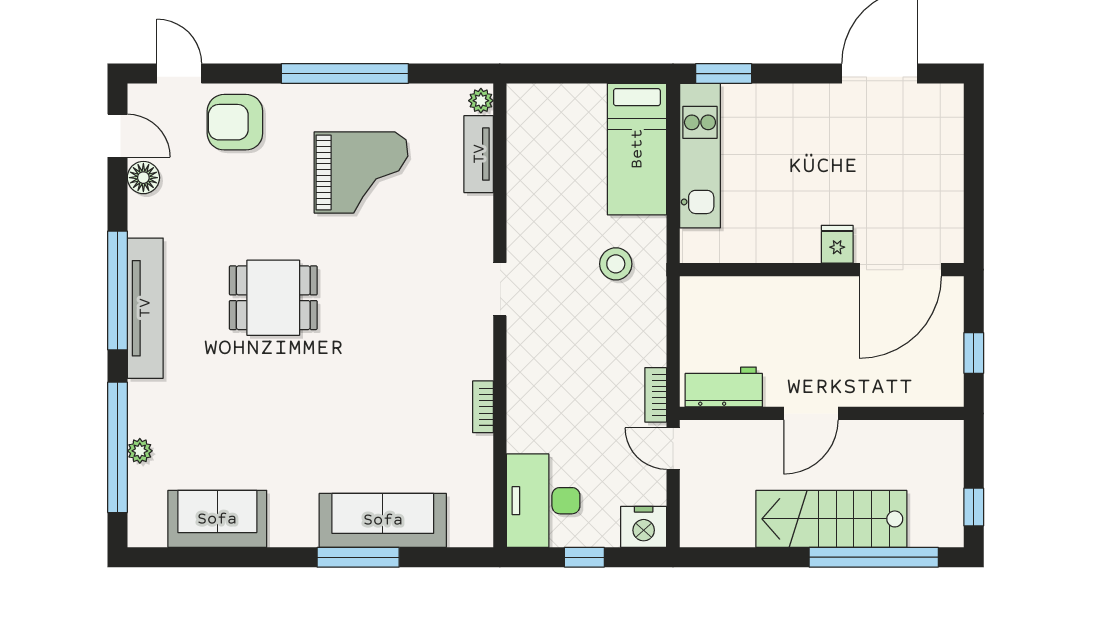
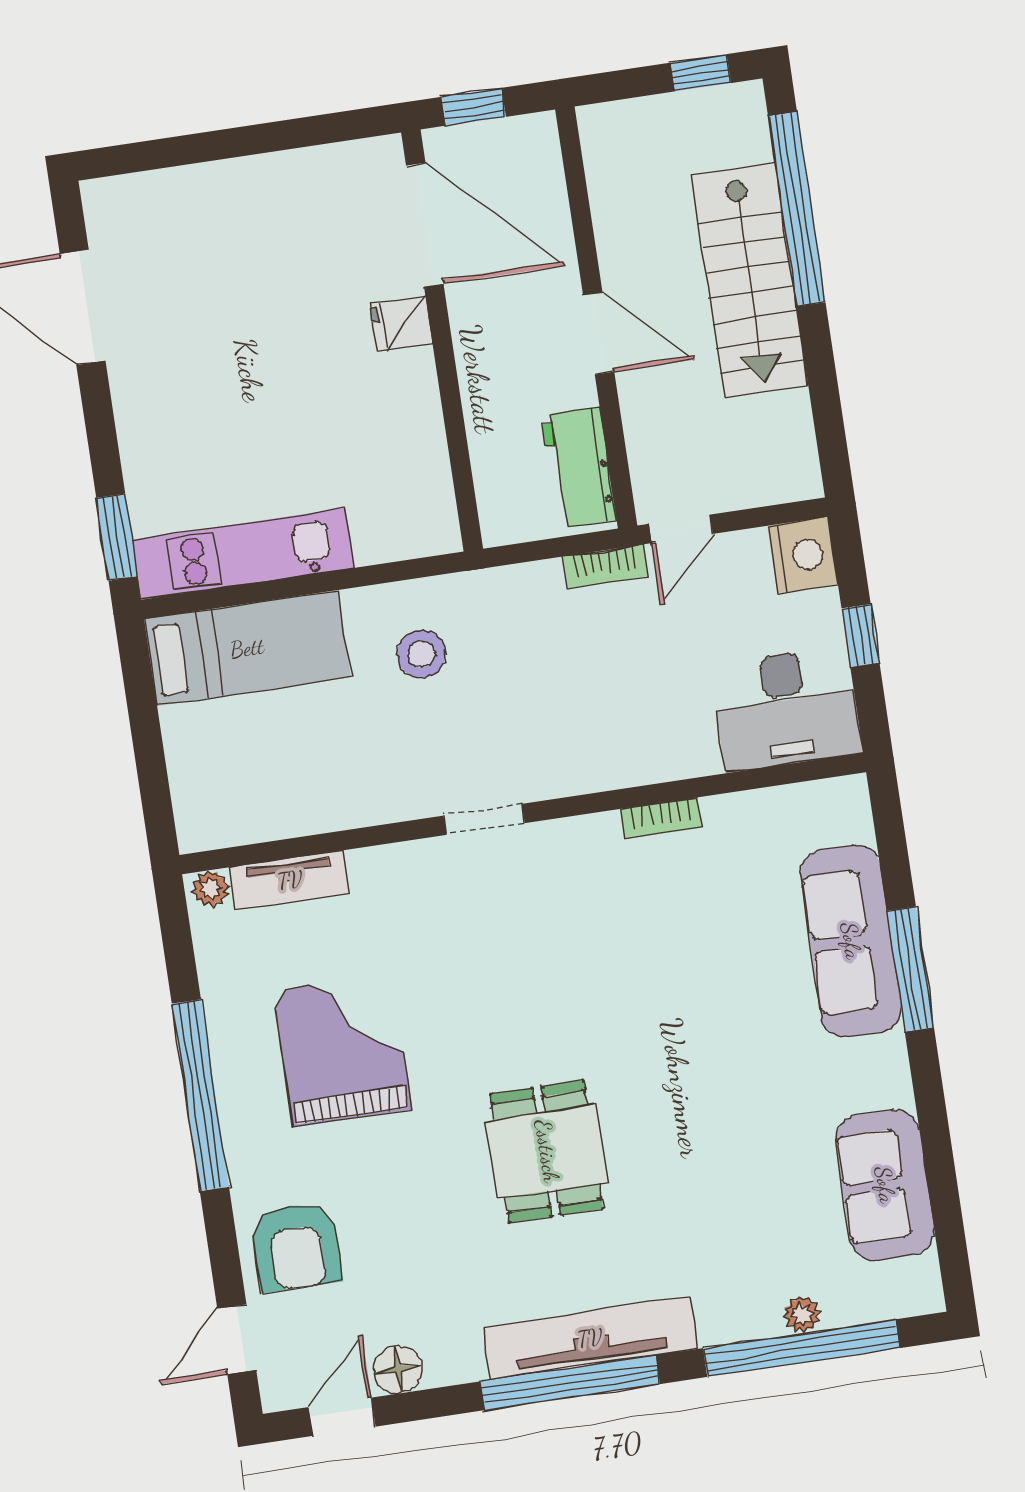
fridge: (837, 244) -> (401, 323), moved
wall: (822, 270) -> (442, 341), moved
door: (900, 270) -> (425, 225), moved

